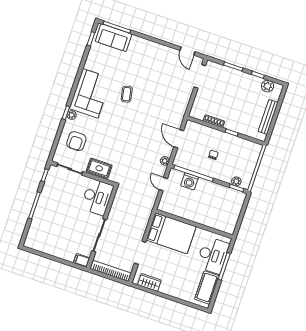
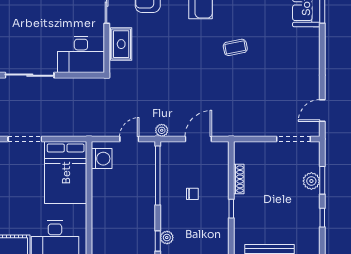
plant: (267, 86) -> (311, 181), moved
washing machine: (190, 181) -> (102, 159), moved, turned 180

